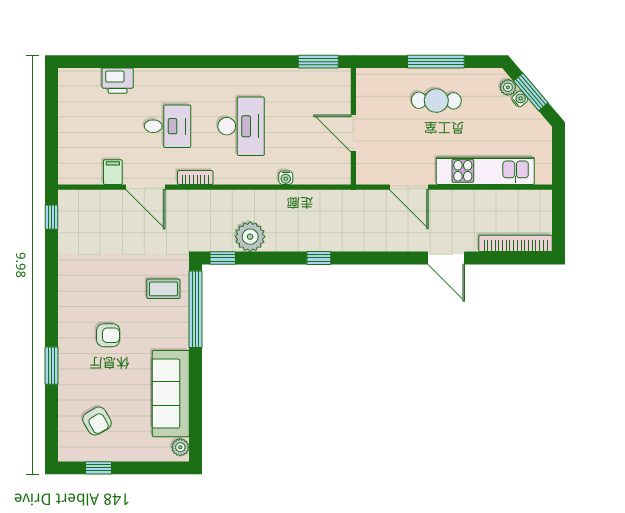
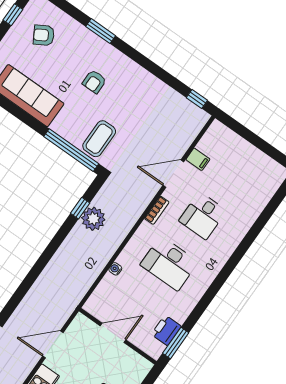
printer: (118, 81) -> (166, 330), moved
window: (223, 258) -> (80, 208), moved
window: (319, 258) -> (48, 254), removed
coffee table: (163, 289) -> (99, 139), width x1.36, depth x1.30

